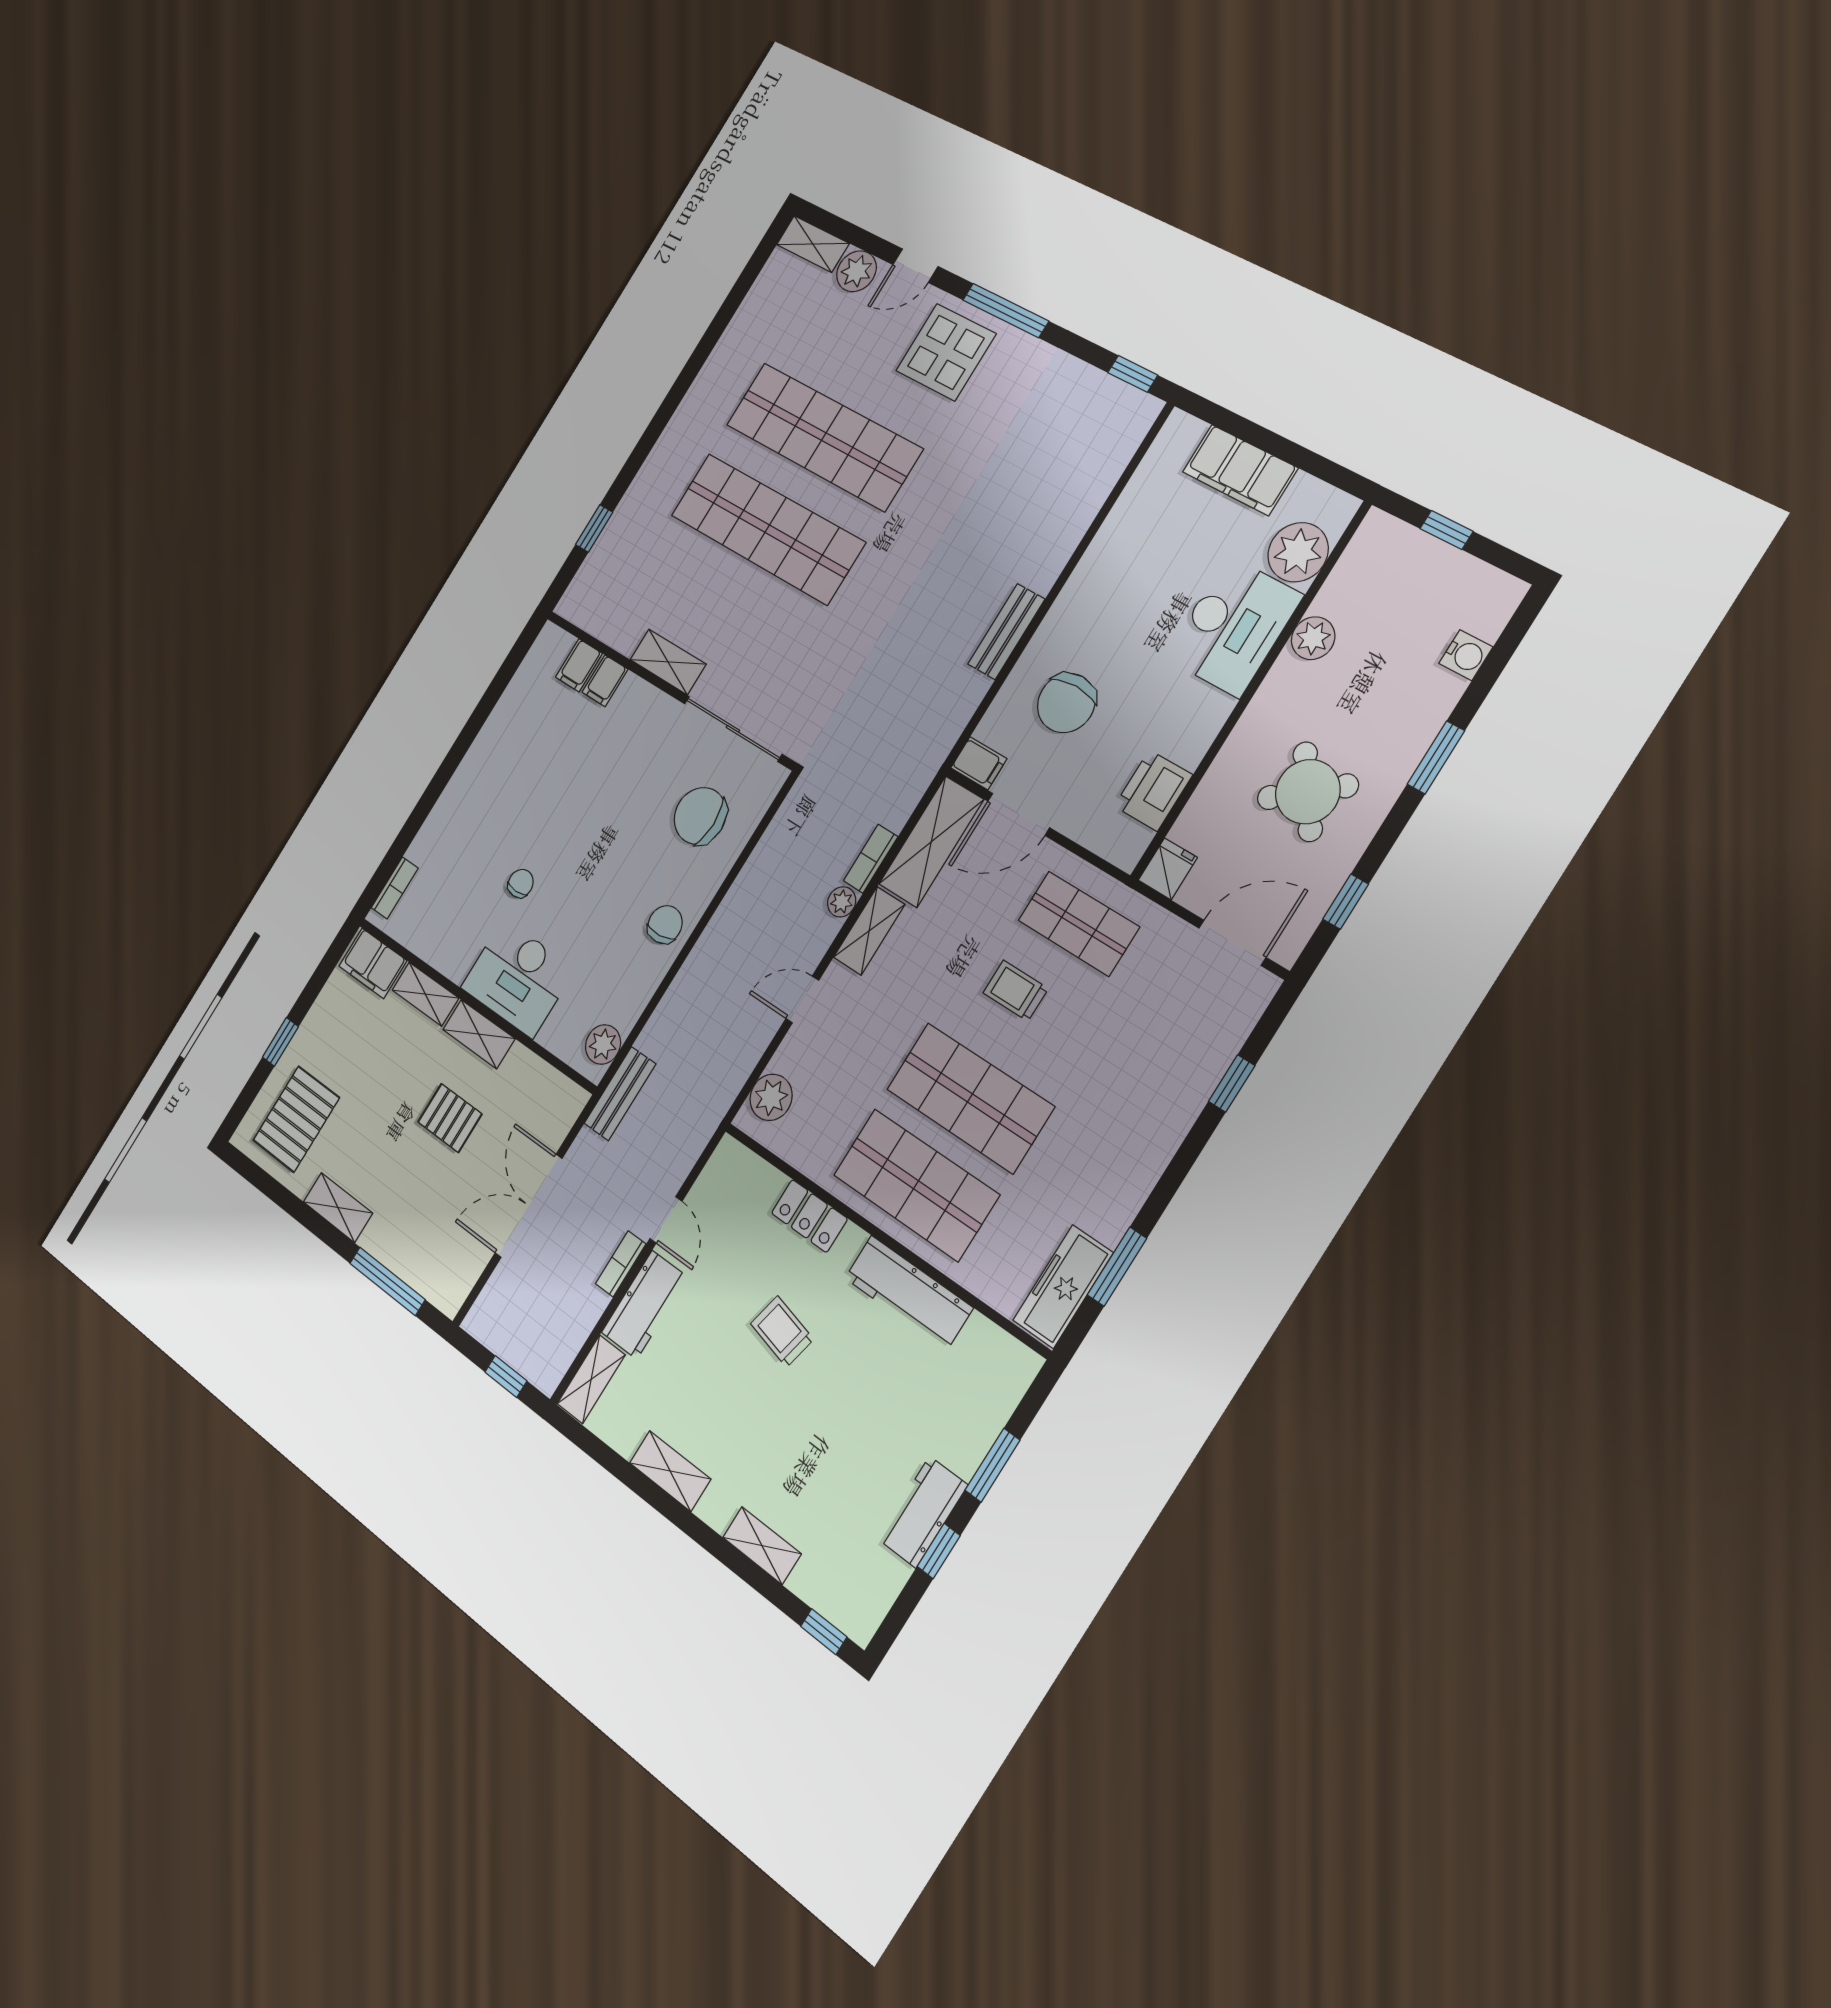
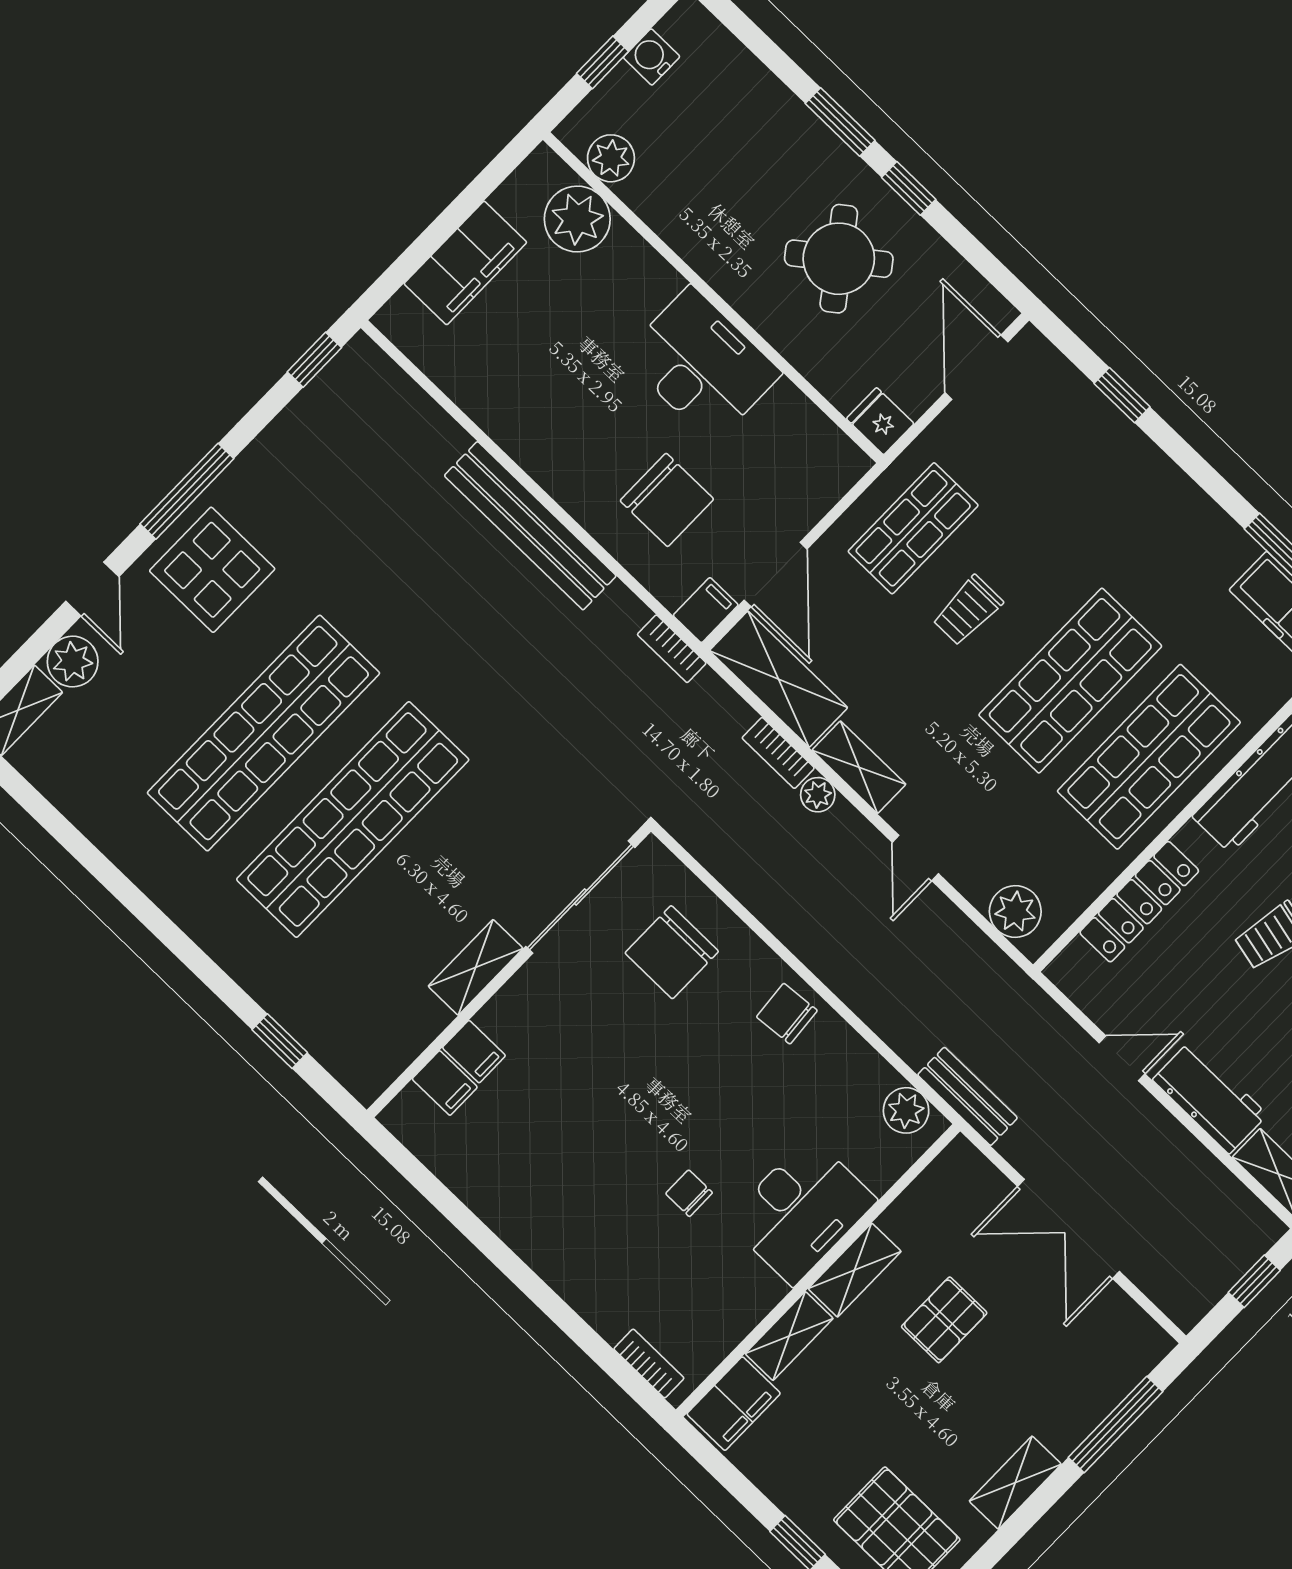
desk: (1234, 627) -> (702, 365), moved
bench: (1006, 632) -> (530, 526), width x1.86, depth x1.21
plant: (1313, 638) -> (611, 158), moved
water cooler: (1466, 655) -> (652, 57), moved, turned -90
printer: (1153, 791) -> (791, 421), removed
window: (1346, 902) -> (909, 188), moved
locker: (809, 1216) -> (1139, 902), width x1.53
bookcase: (621, 1264) -> (672, 649), moved

